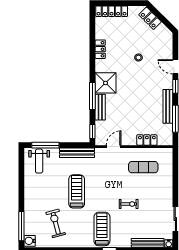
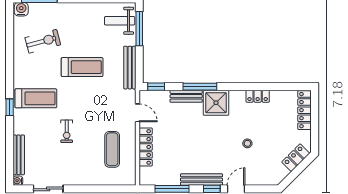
bench: (168, 106) -> (201, 180), moved
locker: (147, 140) -> (146, 147), width x1.53

